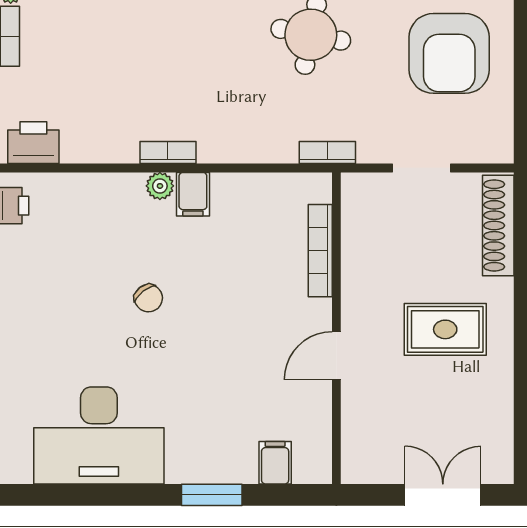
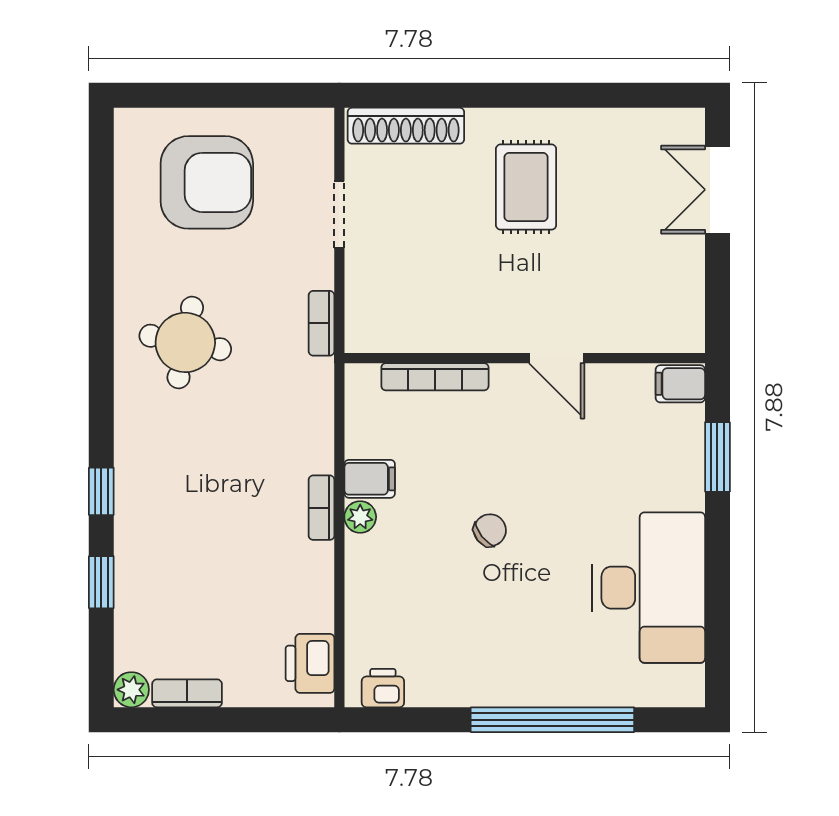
bookcase: (320, 251) -> (435, 377), moved
wall: (336, 328) -> (525, 358), moved
door: (336, 356) -> (557, 358), moved

